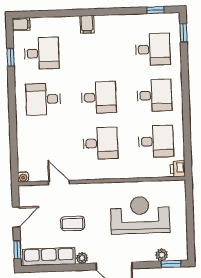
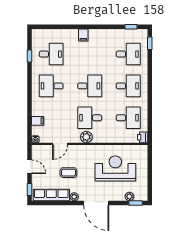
filing cabinet: (21, 24) -> (38, 121), moved
desk: (100, 143) -> (90, 118), turned 180
plant: (97, 171) -> (86, 137), added
door: (59, 183) -> (60, 144), swing flipped
door: (16, 217) -> (30, 167), hinge flipped

